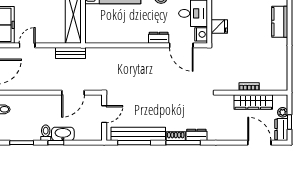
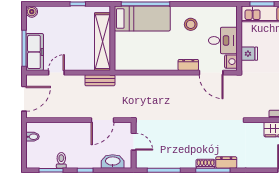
door: (104, 114) -> (134, 142), hinge flipped
toilet: (46, 133) -> (61, 160), moved
washbasin: (63, 134) -> (113, 161), moved
bench: (138, 134) -> (168, 162), removed

